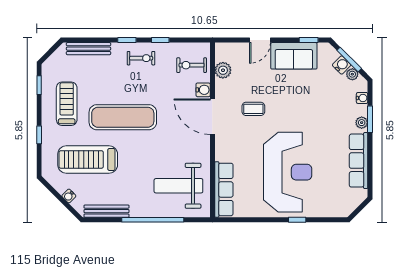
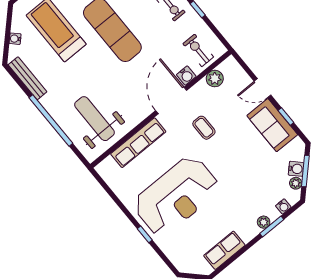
window: (309, 40) -> (286, 116), moved
row of seats: (359, 161) -> (224, 250), width x0.68
row of seats: (224, 189) -> (138, 143), moved

